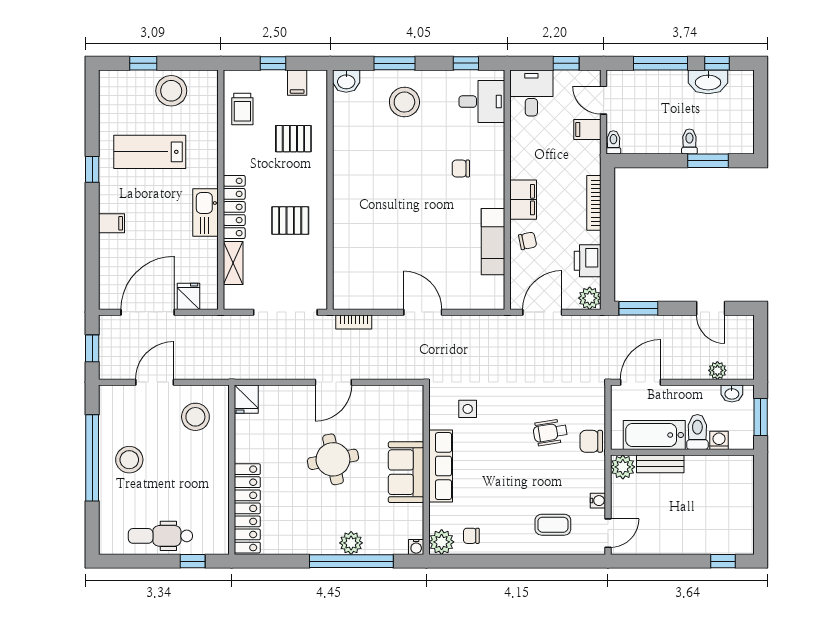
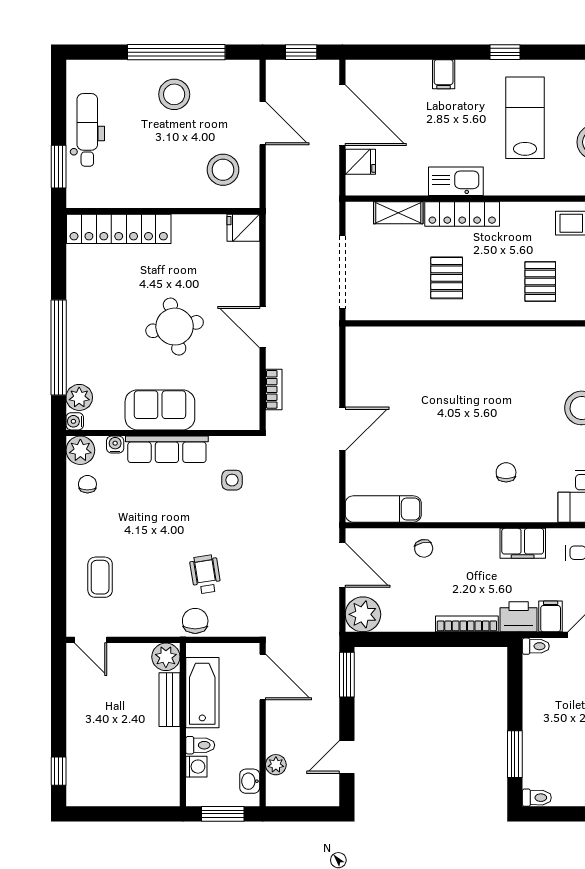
toilet: (689, 142) -> (537, 798), moved
filing cabinet: (523, 200) -> (523, 543), moved
exam couch: (493, 242) -> (383, 509), moved
printer: (588, 261) -> (519, 617), moved
plant: (590, 298) -> (363, 614), width x1.36, depth x1.36
bookcase: (354, 322) -> (274, 389), moved, turned 180
toilet: (697, 432) -> (200, 745), width x0.73, depth x0.72
water cooler: (598, 501) -> (115, 445), moved, turned 180
plant: (351, 543) -> (79, 397), moved
window: (193, 561) -> (59, 167), width x1.50

